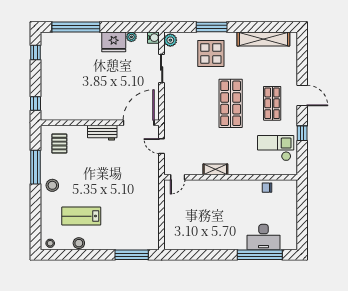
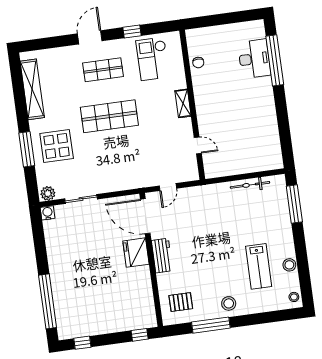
plant: (131, 37) -> (50, 238), removed
fridge: (114, 42) -> (136, 253), moved, turned 180
shelving: (215, 169) -> (183, 103), moved
door: (178, 177) -> (198, 145), moved
bicycle: (154, 218) -> (250, 185), added

